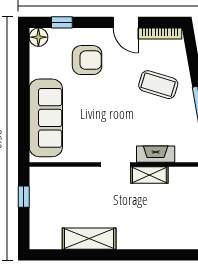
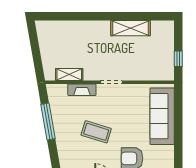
coffee table: (158, 85) -> (96, 132), moved
shelving: (149, 175) -> (69, 74), moved

